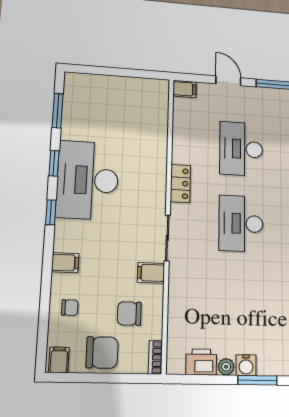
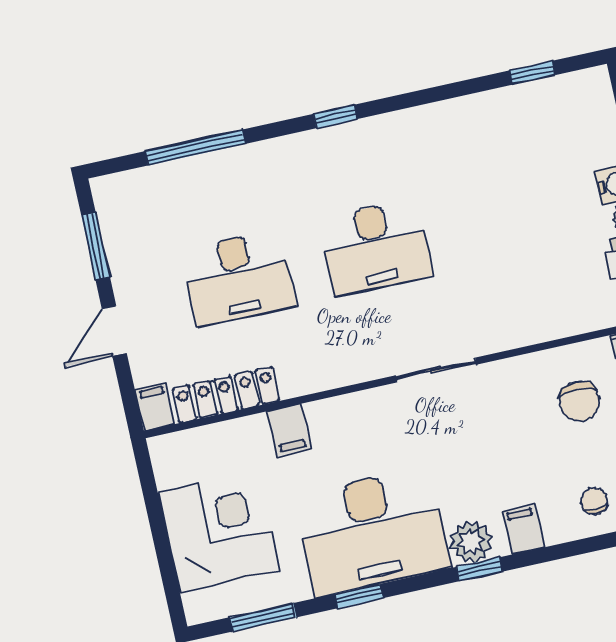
corner desk: (111, 102) -> (219, 531), added
locker: (180, 183) -> (226, 395), moved, width x1.53
window: (51, 212) -> (479, 569), moved
plant: (66, 232) -> (471, 542), added
filing cabinet: (151, 273) -> (289, 430), moved

